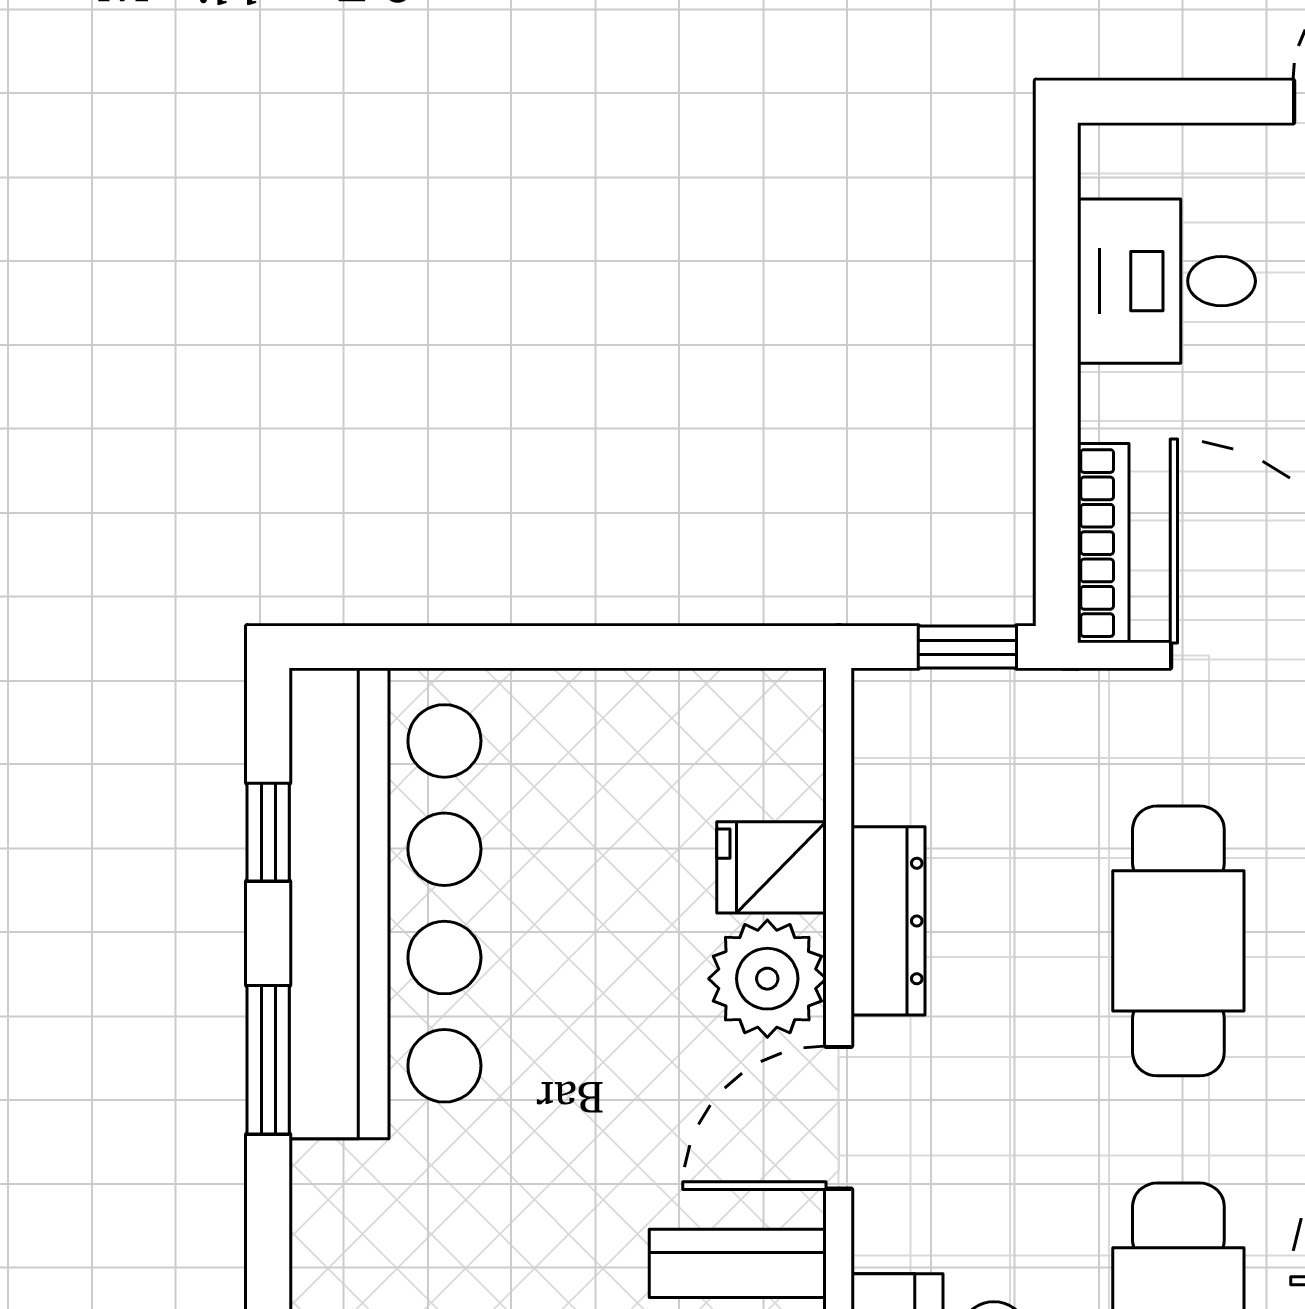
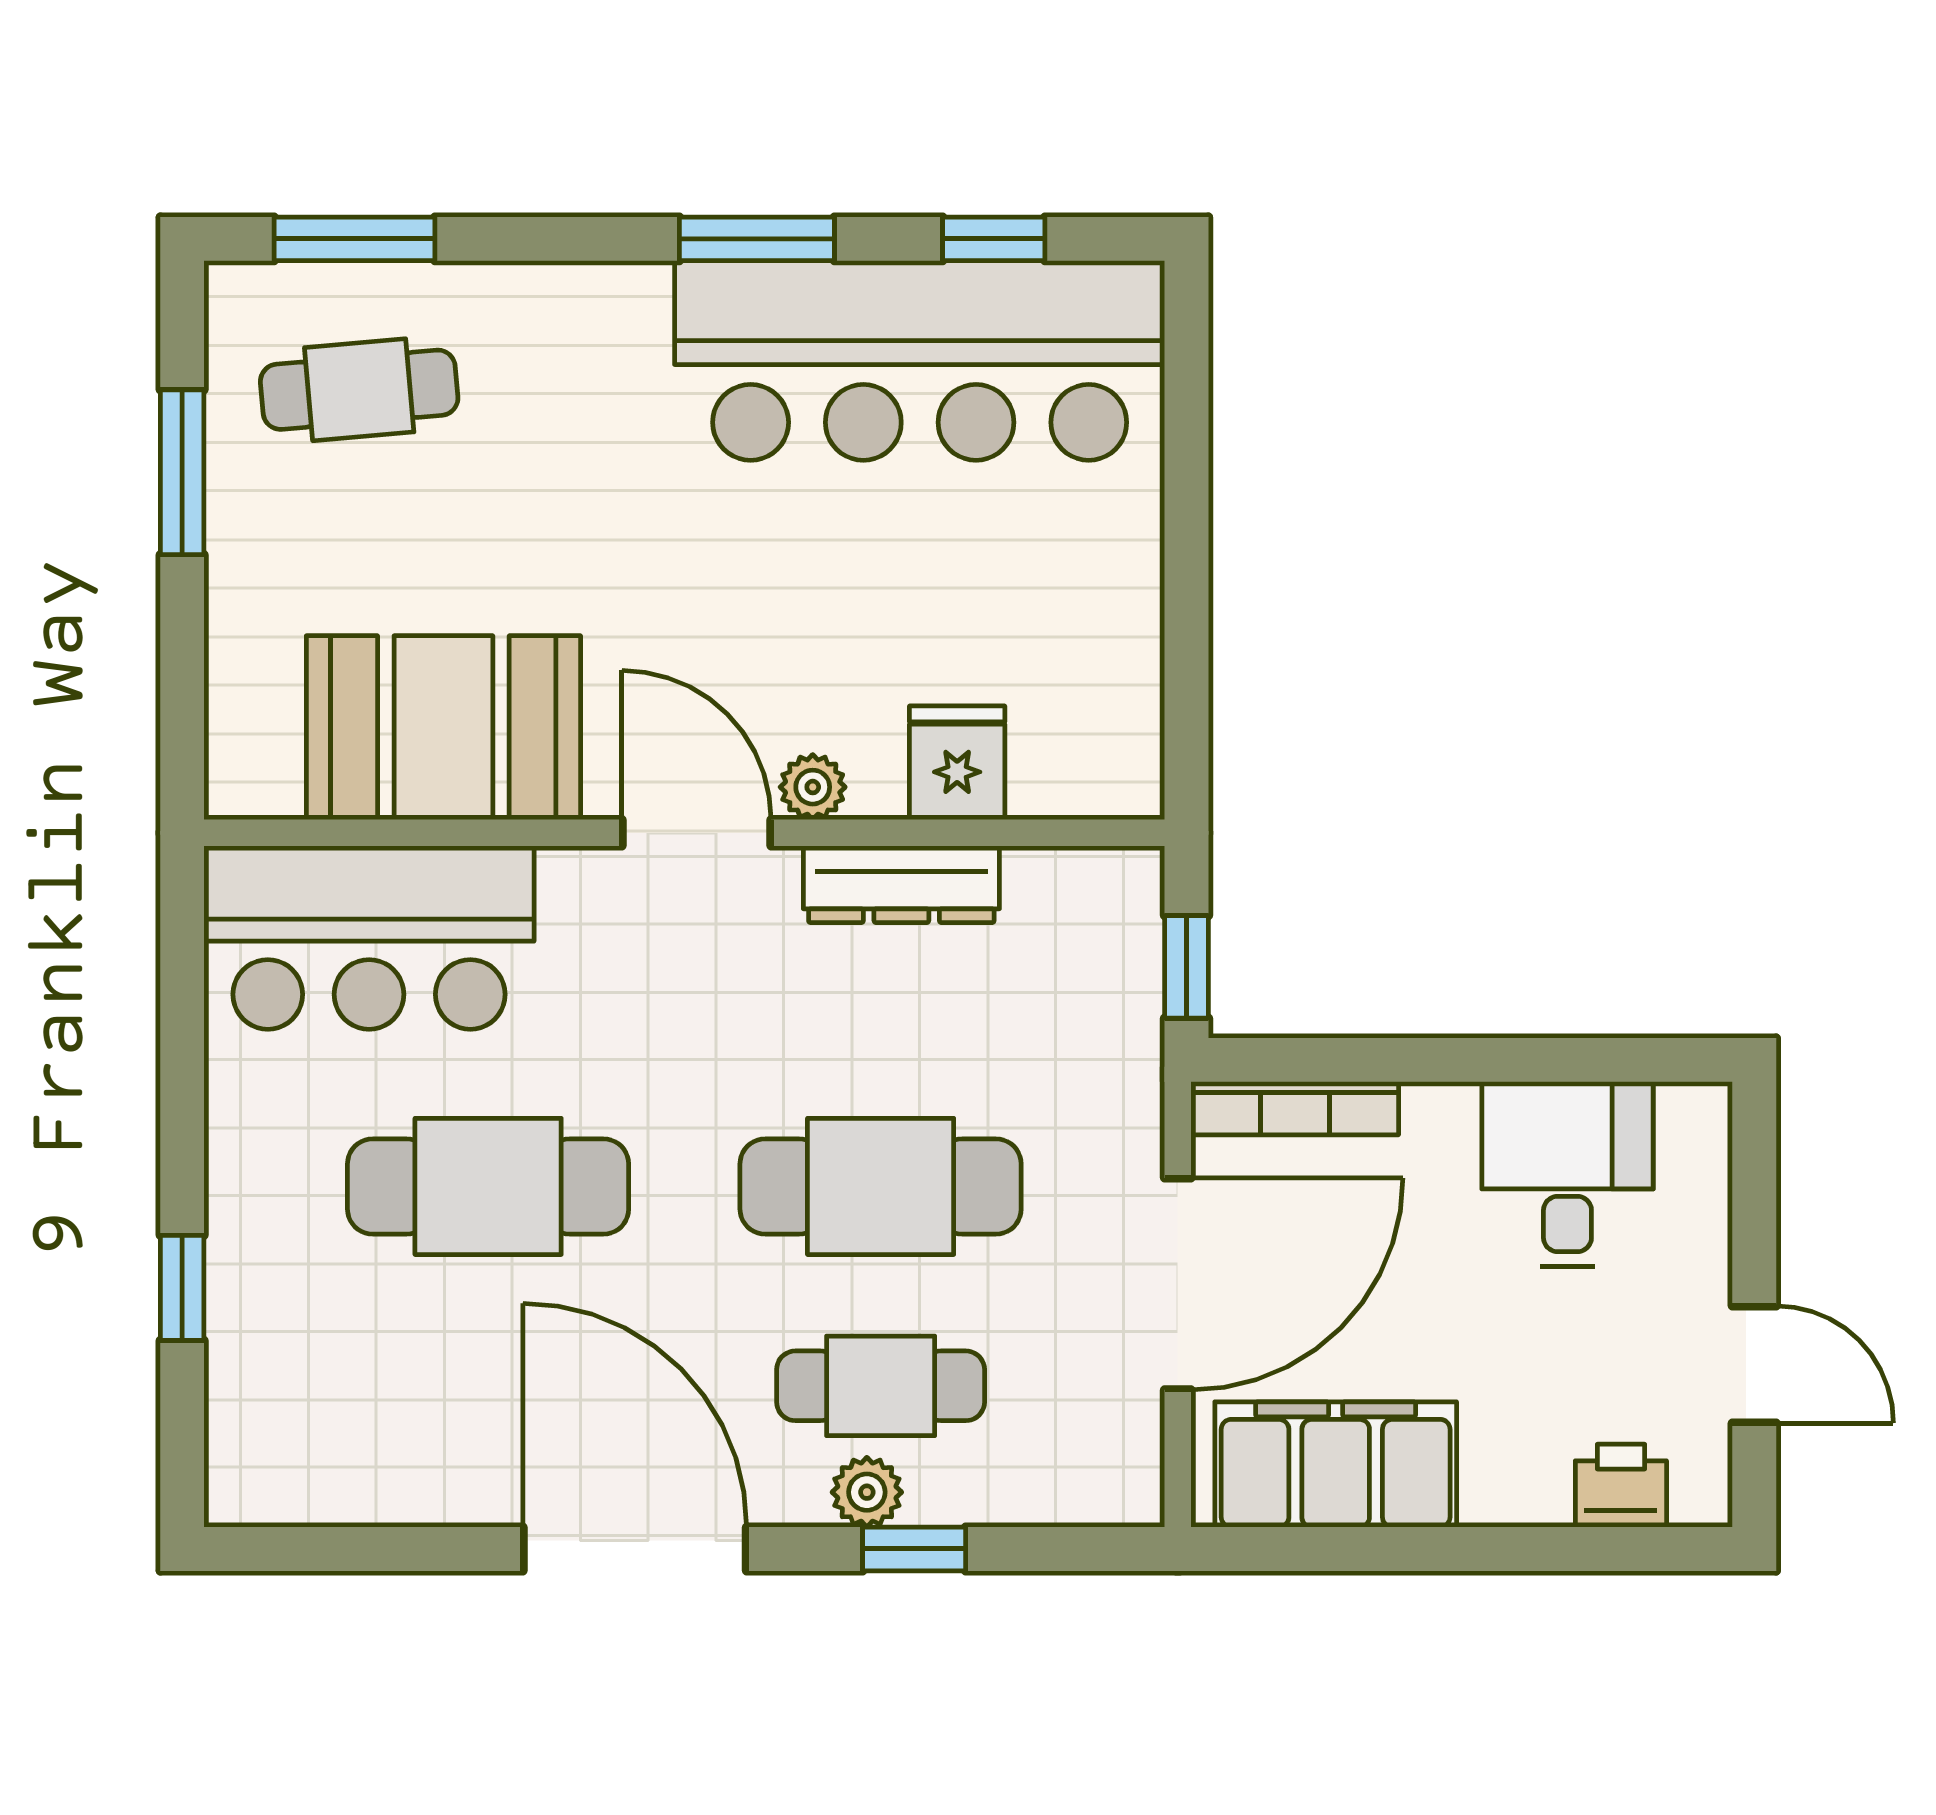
plant: (767, 979) -> (813, 787), width x0.53, depth x0.53

